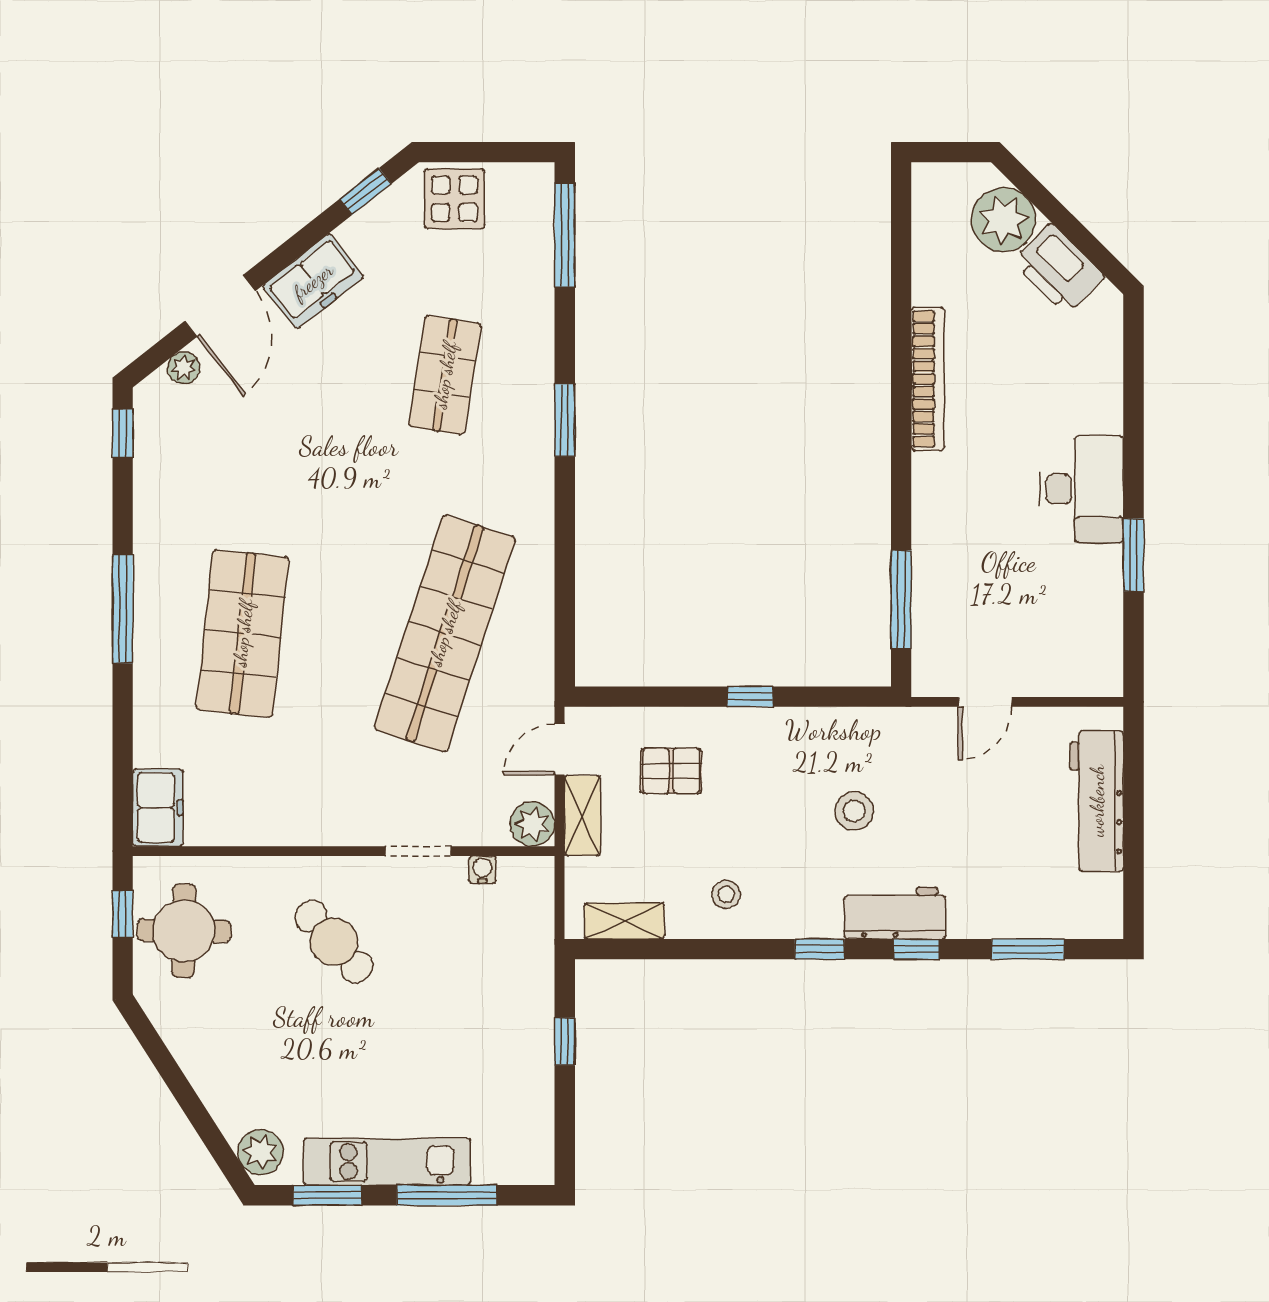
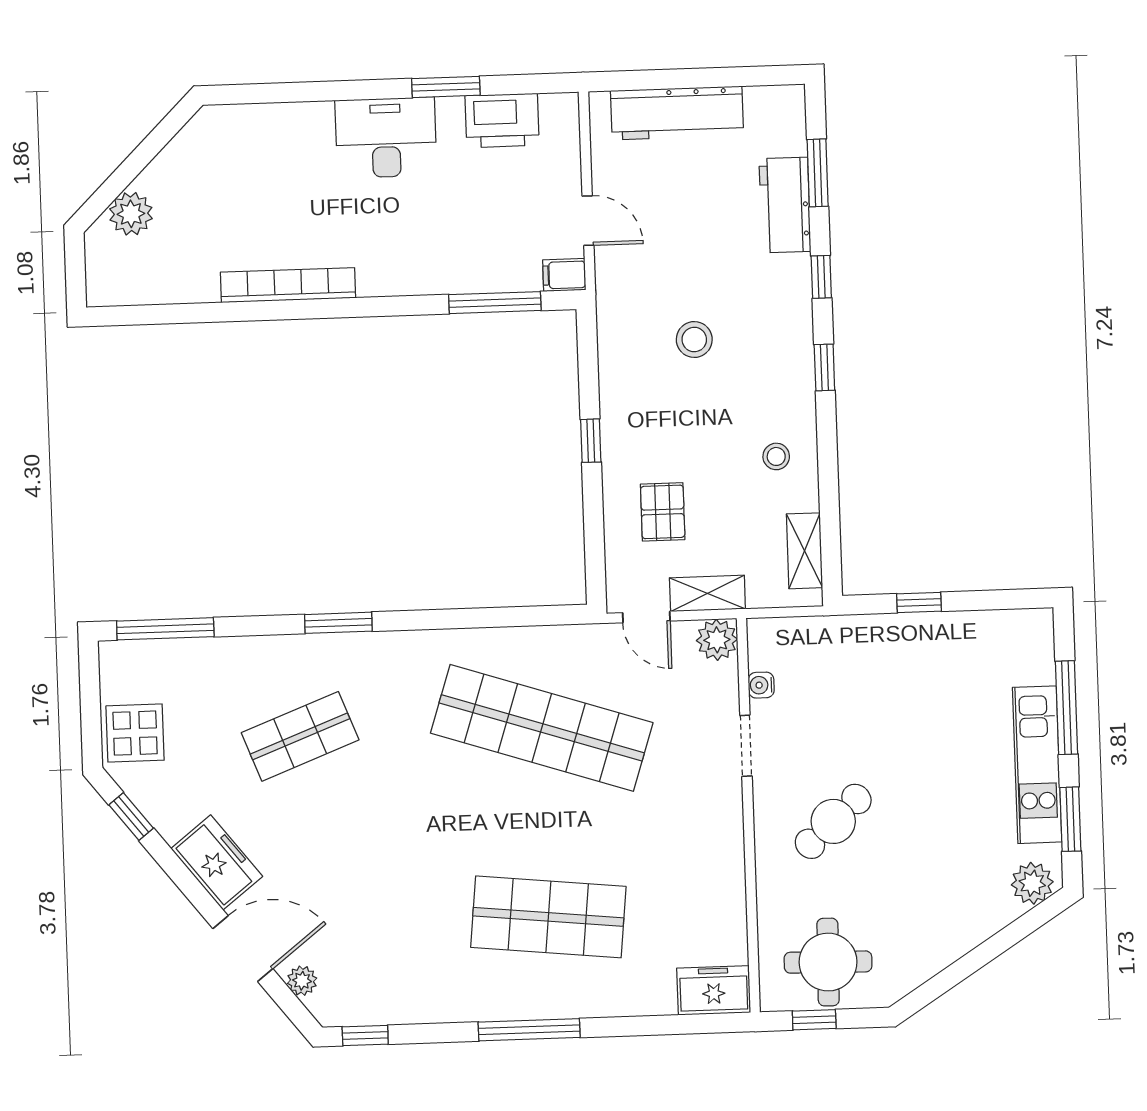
plant: (1004, 220) -> (131, 214), width x0.73, depth x0.73
printer: (1059, 269) -> (502, 120), moved, turned 45
shop shelf: (445, 375) -> (300, 736), turned -30
filing cabinet: (928, 675) -> (564, 275), added
workbench: (895, 913) -> (785, 205), moved

